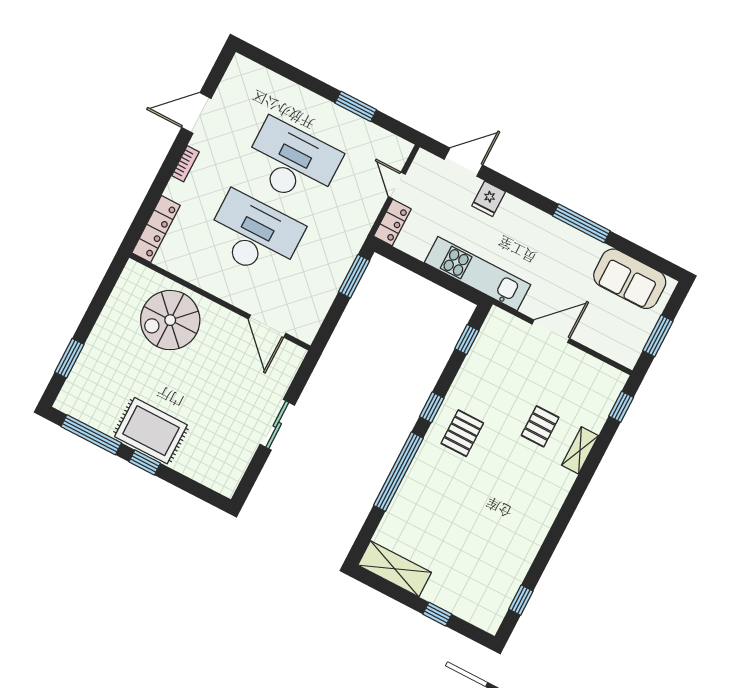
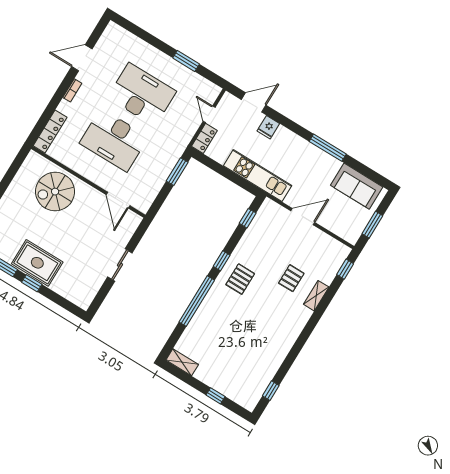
desk: (254, 235) -> (114, 140), turned 180
shelving: (395, 569) -> (182, 362), width x0.67, depth x0.75

